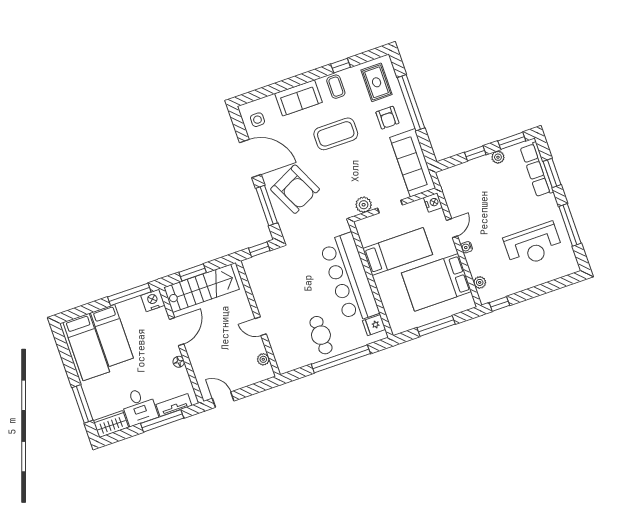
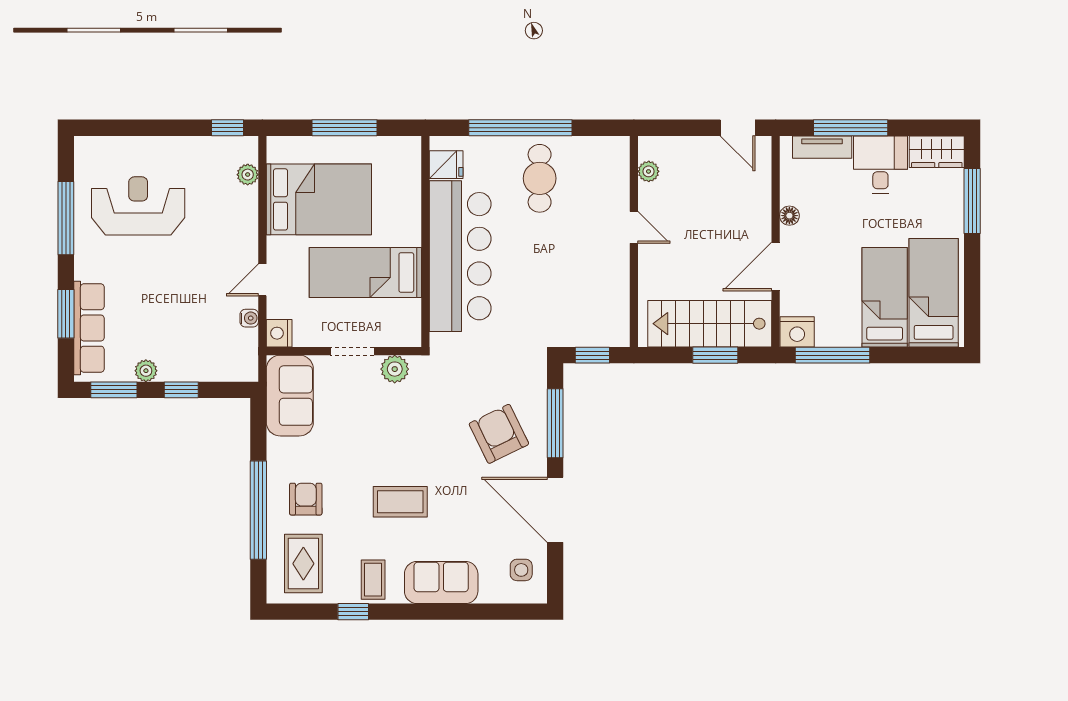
coffee table: (336, 134) -> (400, 502), width x0.73, depth x0.76
sofa: (413, 163) -> (290, 396), width x0.73
armchair: (295, 189) -> (499, 434), width x0.73, depth x0.73
water cooler: (467, 247) -> (249, 318), moved

